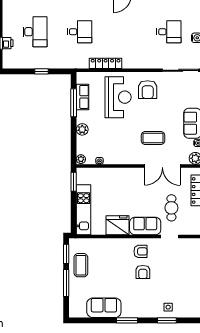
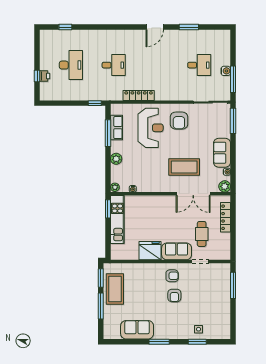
window: (41, 71) -> (95, 103), moved
coffee table: (153, 138) -> (184, 167), width x1.36, depth x1.32
kitchen unit: (83, 210) -> (117, 220), moved
coffee table: (81, 265) -> (115, 289), width x1.36, depth x1.32

